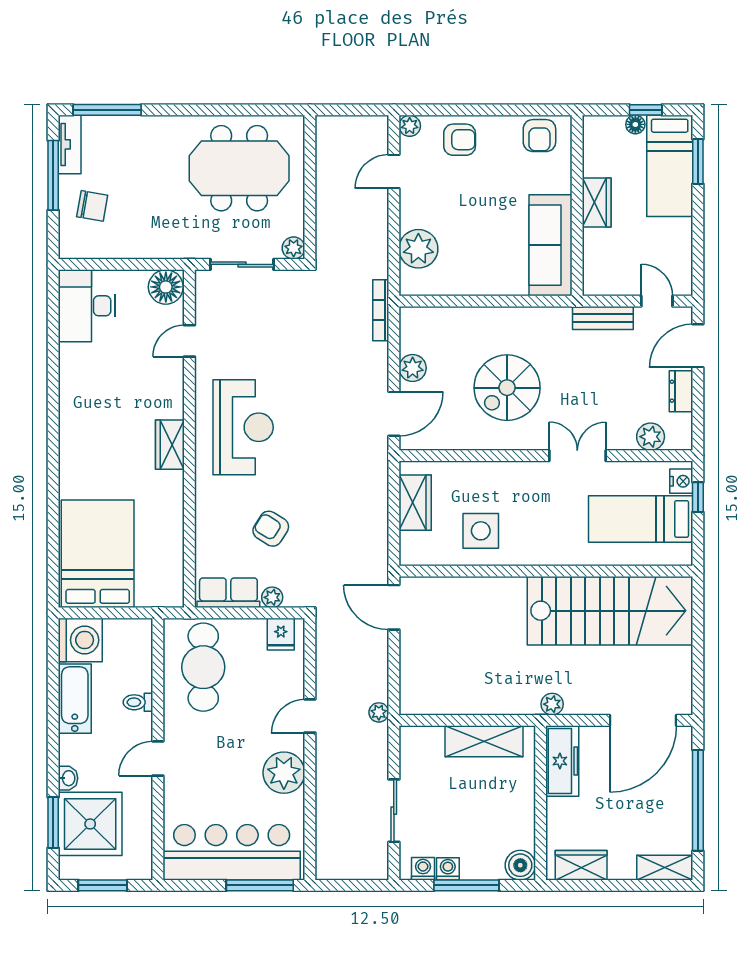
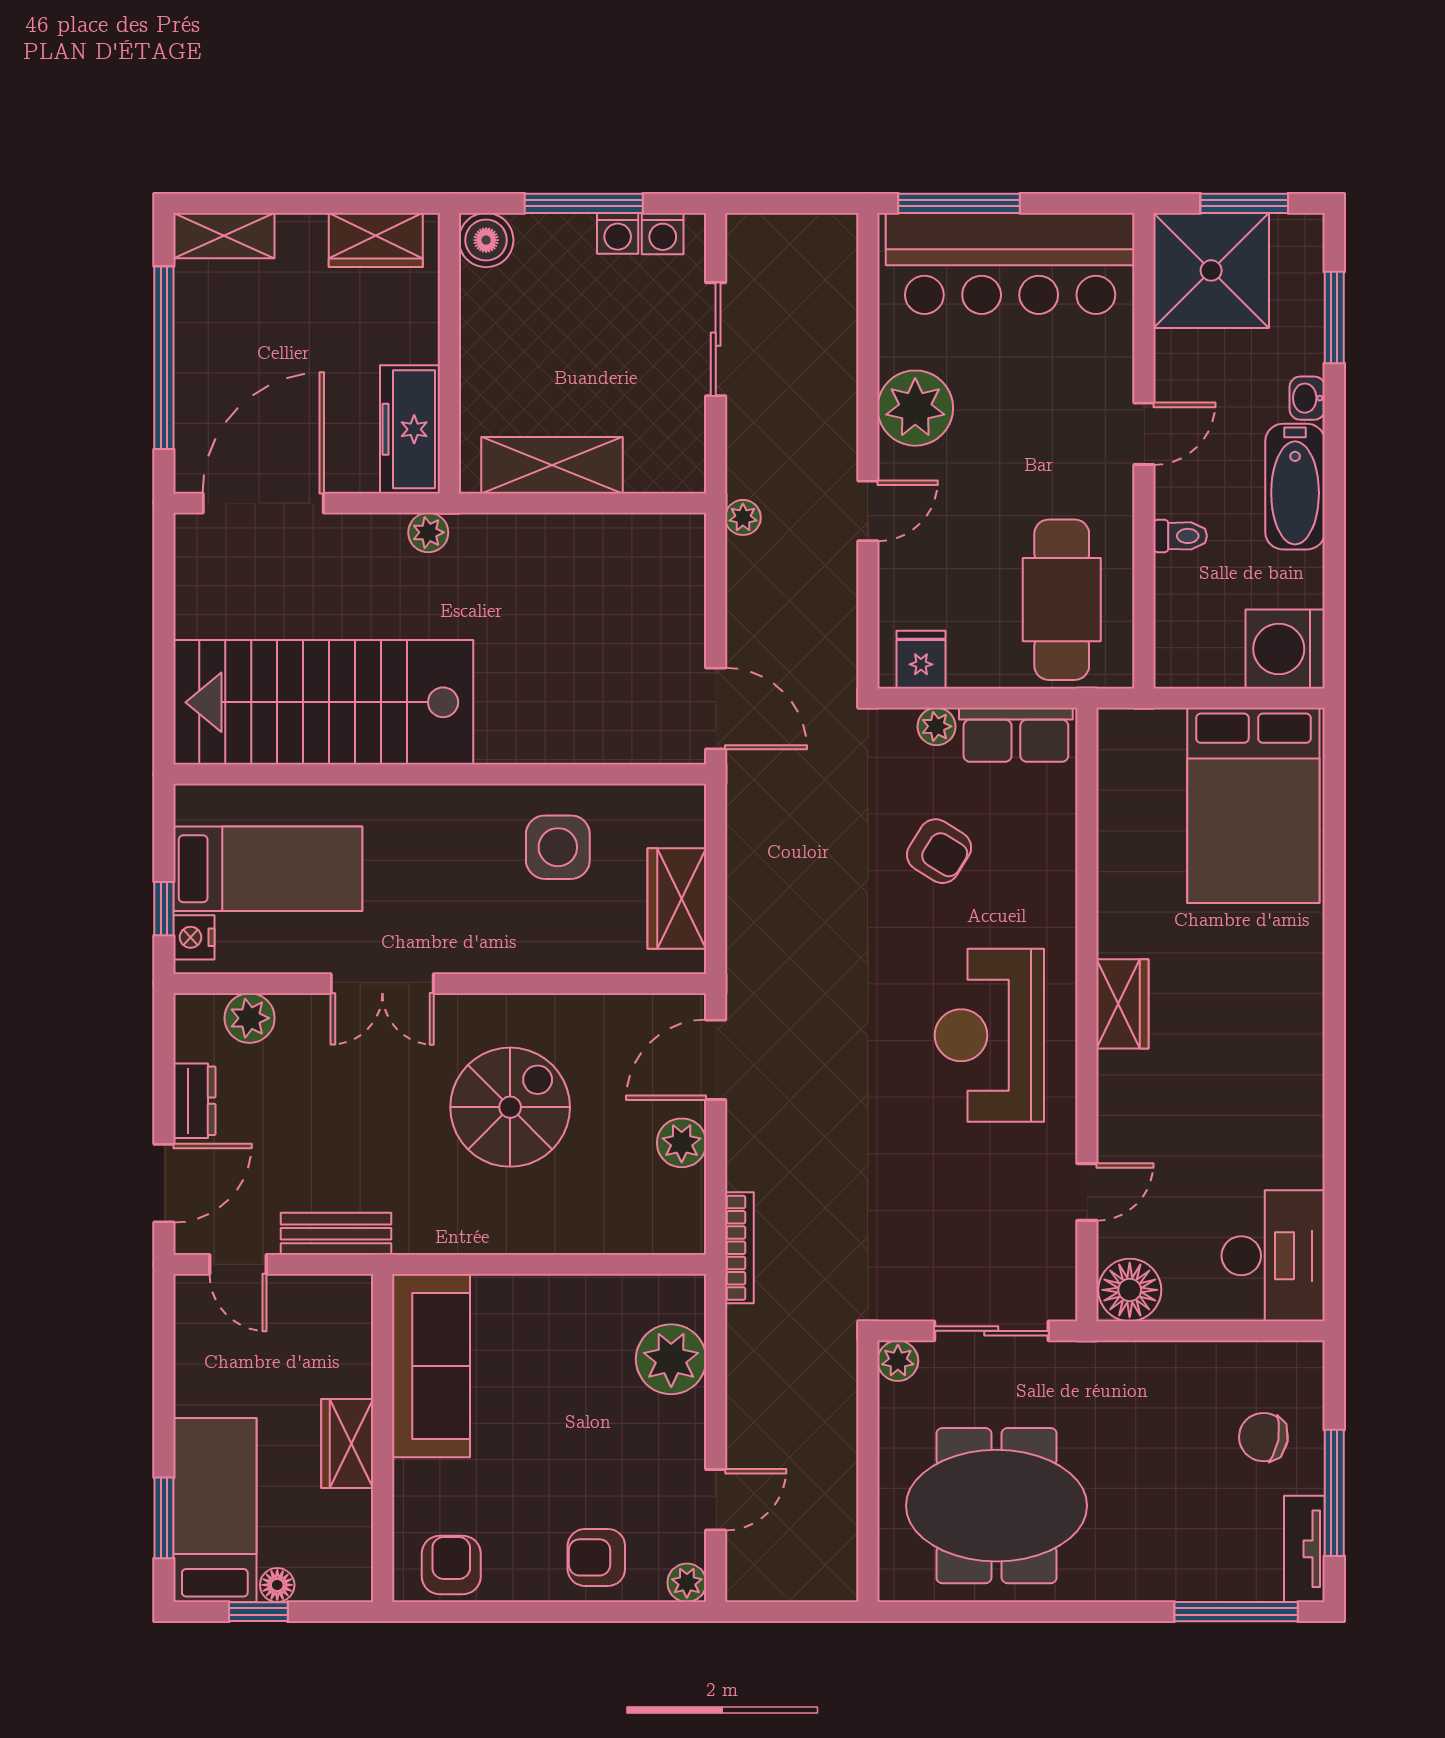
bathtub: (75, 699) -> (1295, 487), moved
shower: (90, 824) -> (1211, 270), moved

